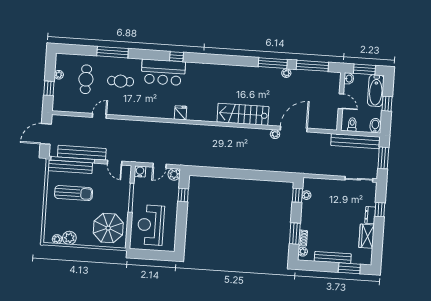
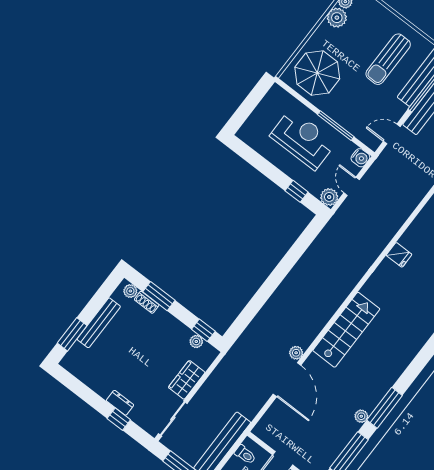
reception desk: (151, 225) -> (303, 139), moved
wardrobe: (367, 236) -> (187, 380), moved, turned -90

